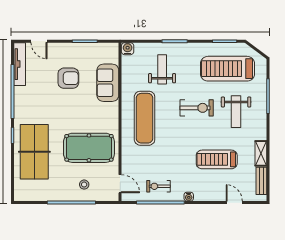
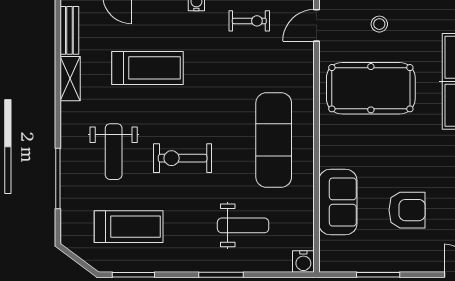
weight bench: (162, 69) -> (243, 225), turned -90
treadmill: (227, 69) -> (129, 227), width x0.73, depth x0.73
armchair: (68, 78) -> (407, 210), turned 180
weight bench: (236, 112) -> (114, 152), turned 180
door: (120, 184) -> (317, 25), hinge flipped

